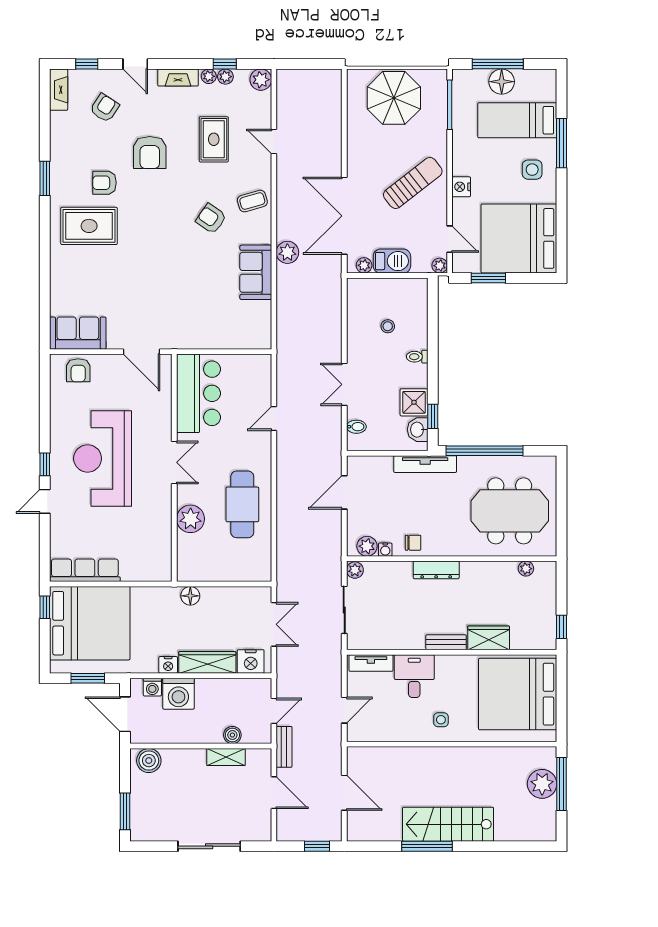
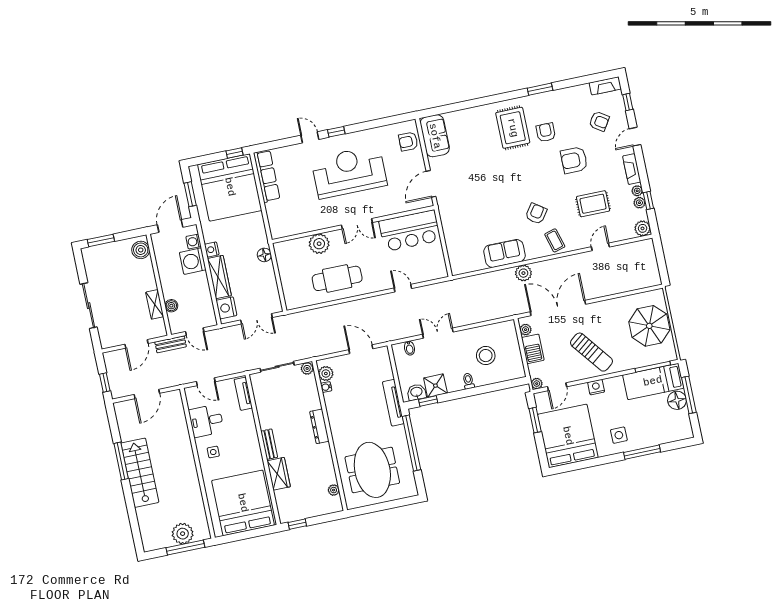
bed: (517, 120) -> (653, 381), moved, turned -90
stool: (388, 326) -> (486, 356), width x1.89, depth x1.89
chair: (413, 543) -> (335, 406), removed
desk: (414, 676) -> (206, 421), moved, turned 180

